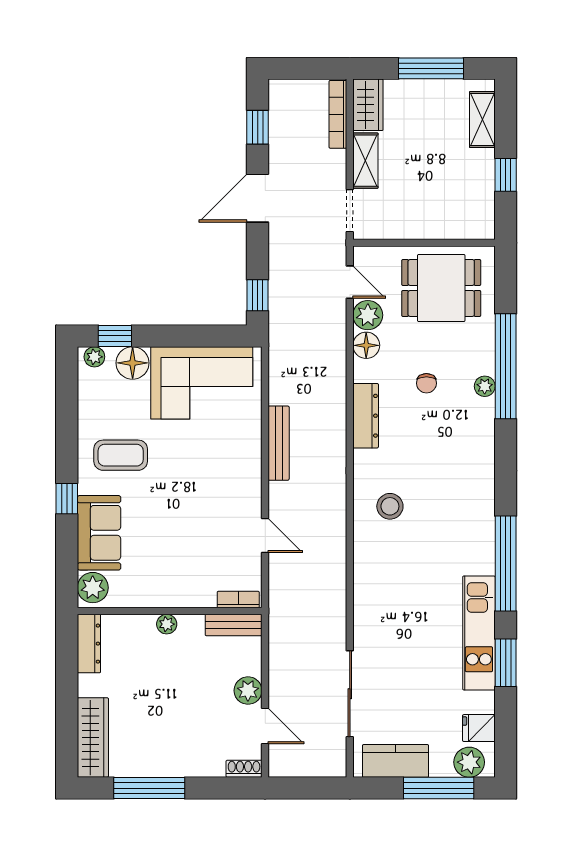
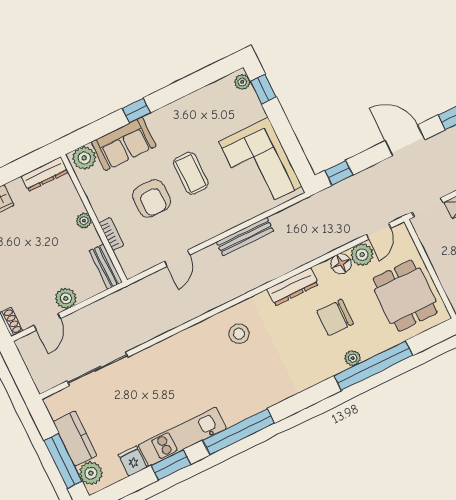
floor lamp: (133, 363) -> (251, 110), removed
chair: (426, 383) -> (335, 317), width x1.87, depth x1.87
coffee table: (121, 455) -> (191, 173), moved
armchair: (180, 531) -> (152, 198), added
bookcase: (238, 599) -> (111, 234), moved
fridge: (479, 728) -> (133, 461), moved
kitchen counter: (395, 761) -> (75, 439), moved

